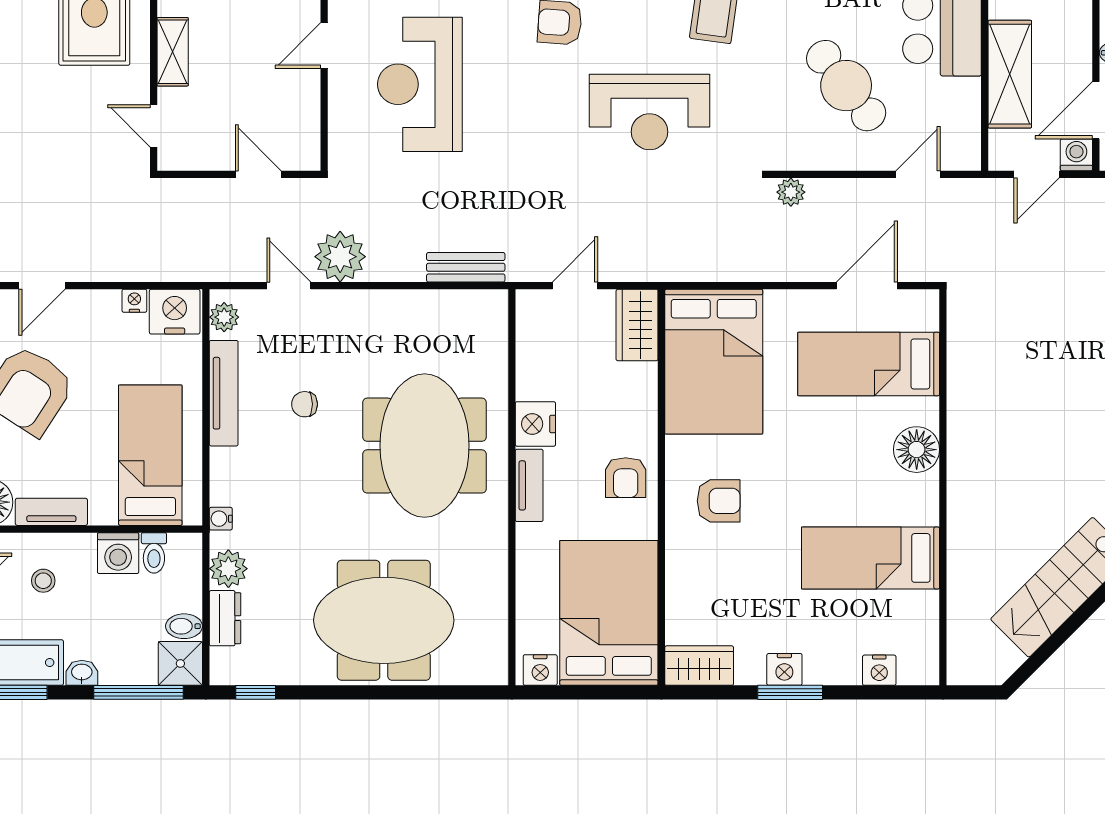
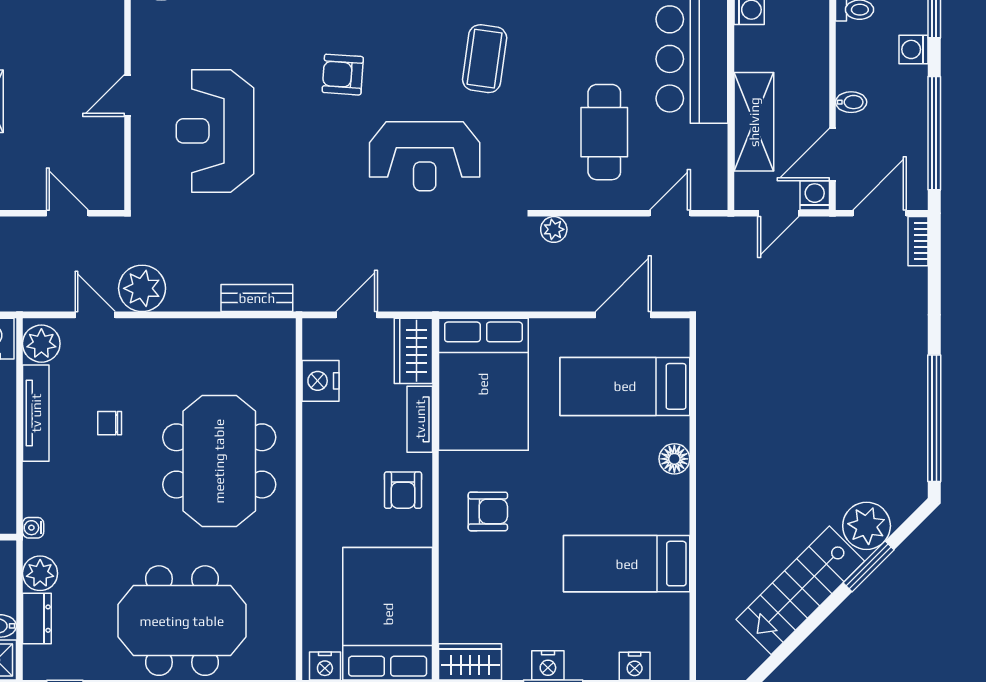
cafe table: (846, 86) -> (604, 132), turned 38
plant: (224, 317) -> (41, 344), width x1.38, depth x1.38
nightstand: (535, 424) -> (320, 381), moved
floor lamp: (917, 450) -> (674, 459), width x0.73, depth x0.73
tv unit: (529, 485) -> (420, 419), moved, turned 180

